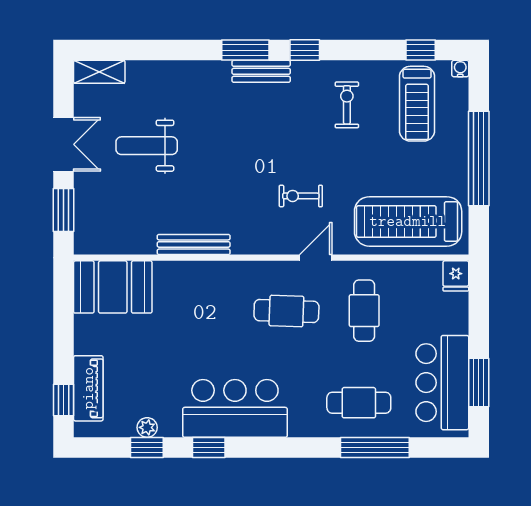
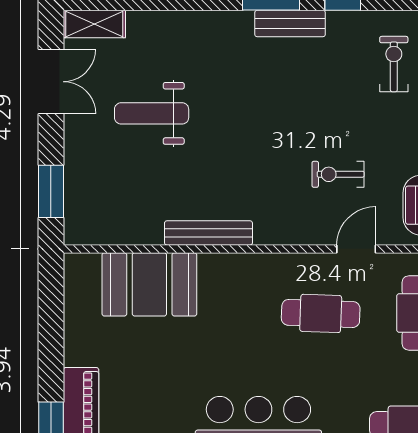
double door: (64, 144) -> (51, 82), moved
booth: (113, 287) -> (149, 284), moved

